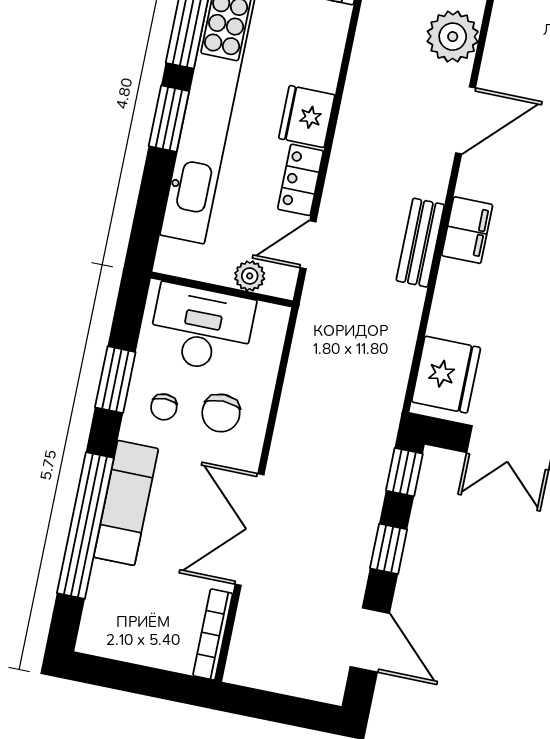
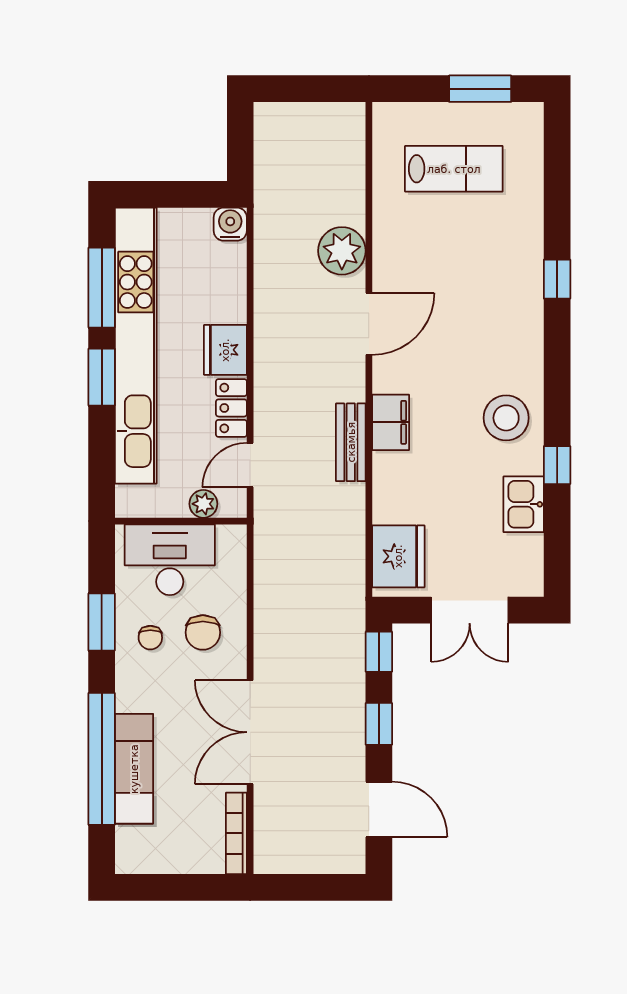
exam couch: (126, 503) -> (134, 769), moved

